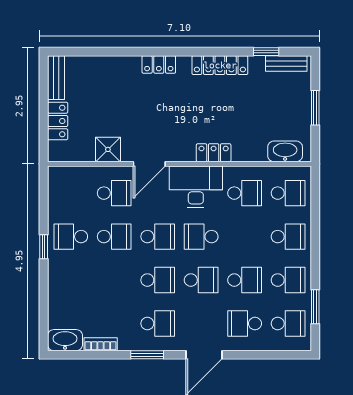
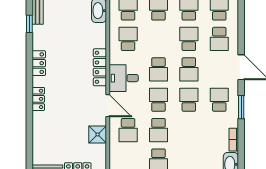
locker: (220, 65) -> (39, 63), width x0.66
locker: (214, 153) -> (100, 67), width x1.53
desk: (196, 187) -> (124, 78), width x0.73
school desk: (114, 193) -> (128, 130), turned 180
school desk: (114, 237) -> (158, 130), turned 180
school desk: (201, 280) -> (189, 69), turned 180

